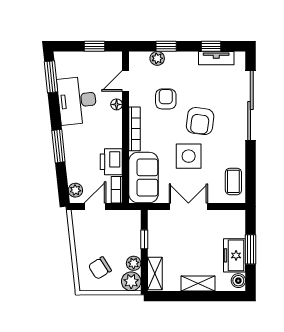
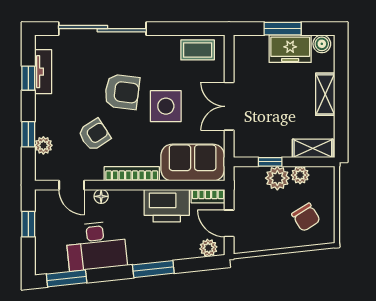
armchair: (166, 99) -> (94, 135), turned 147
printer: (111, 162) -> (167, 206), width x1.37, depth x1.19
plant: (131, 281) -> (277, 178), moved

